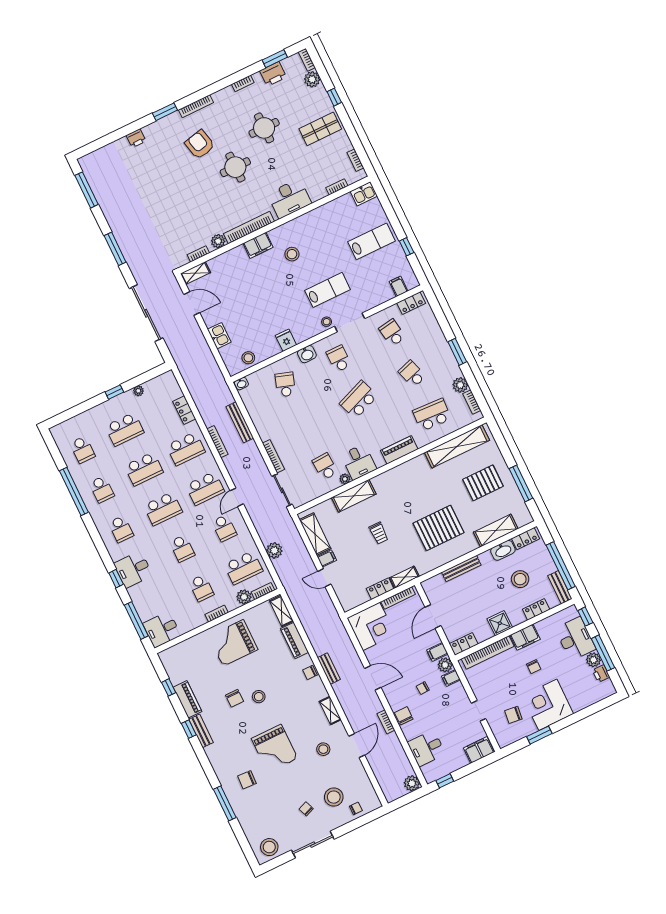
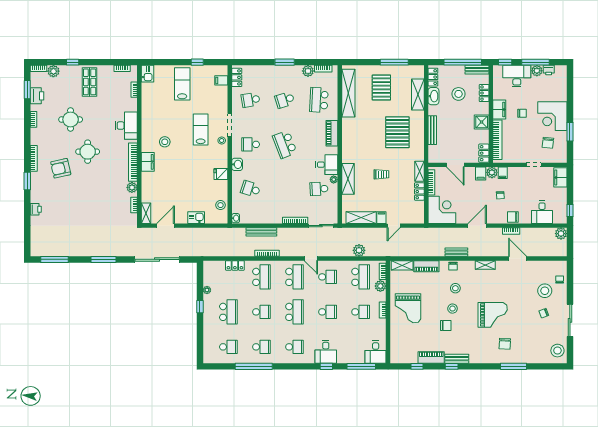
school desk: (144, 469) -> (261, 312), width x0.54
stool: (323, 749) -> (455, 288), moved

